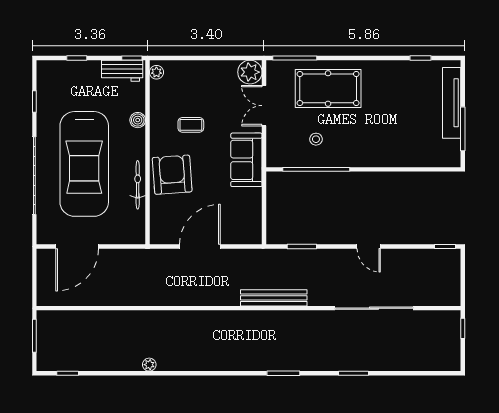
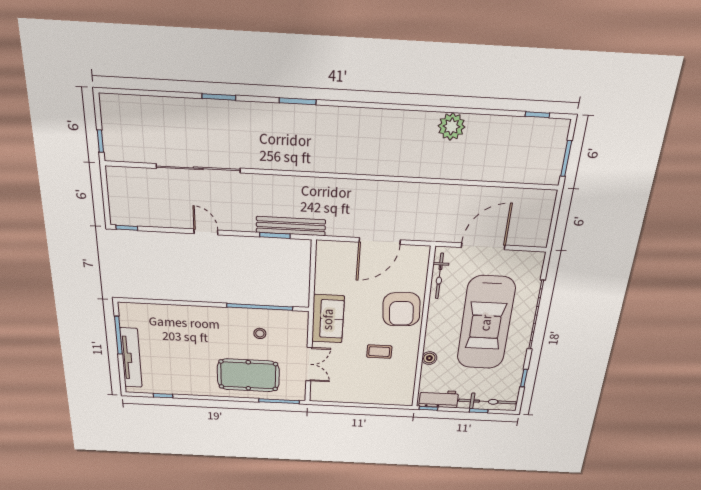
bicycle: (69, 70) -> (487, 402), added
plant: (156, 72) -> (407, 396), removed
plant: (250, 72) -> (321, 392), removed
car: (84, 164) -> (486, 323), turned 180
bicycle: (138, 185) -> (439, 276), moved
door: (77, 246) -> (483, 246), moved
bench: (274, 298) -> (291, 226), moved
plant: (149, 365) -> (451, 126), width x1.87, depth x1.87

